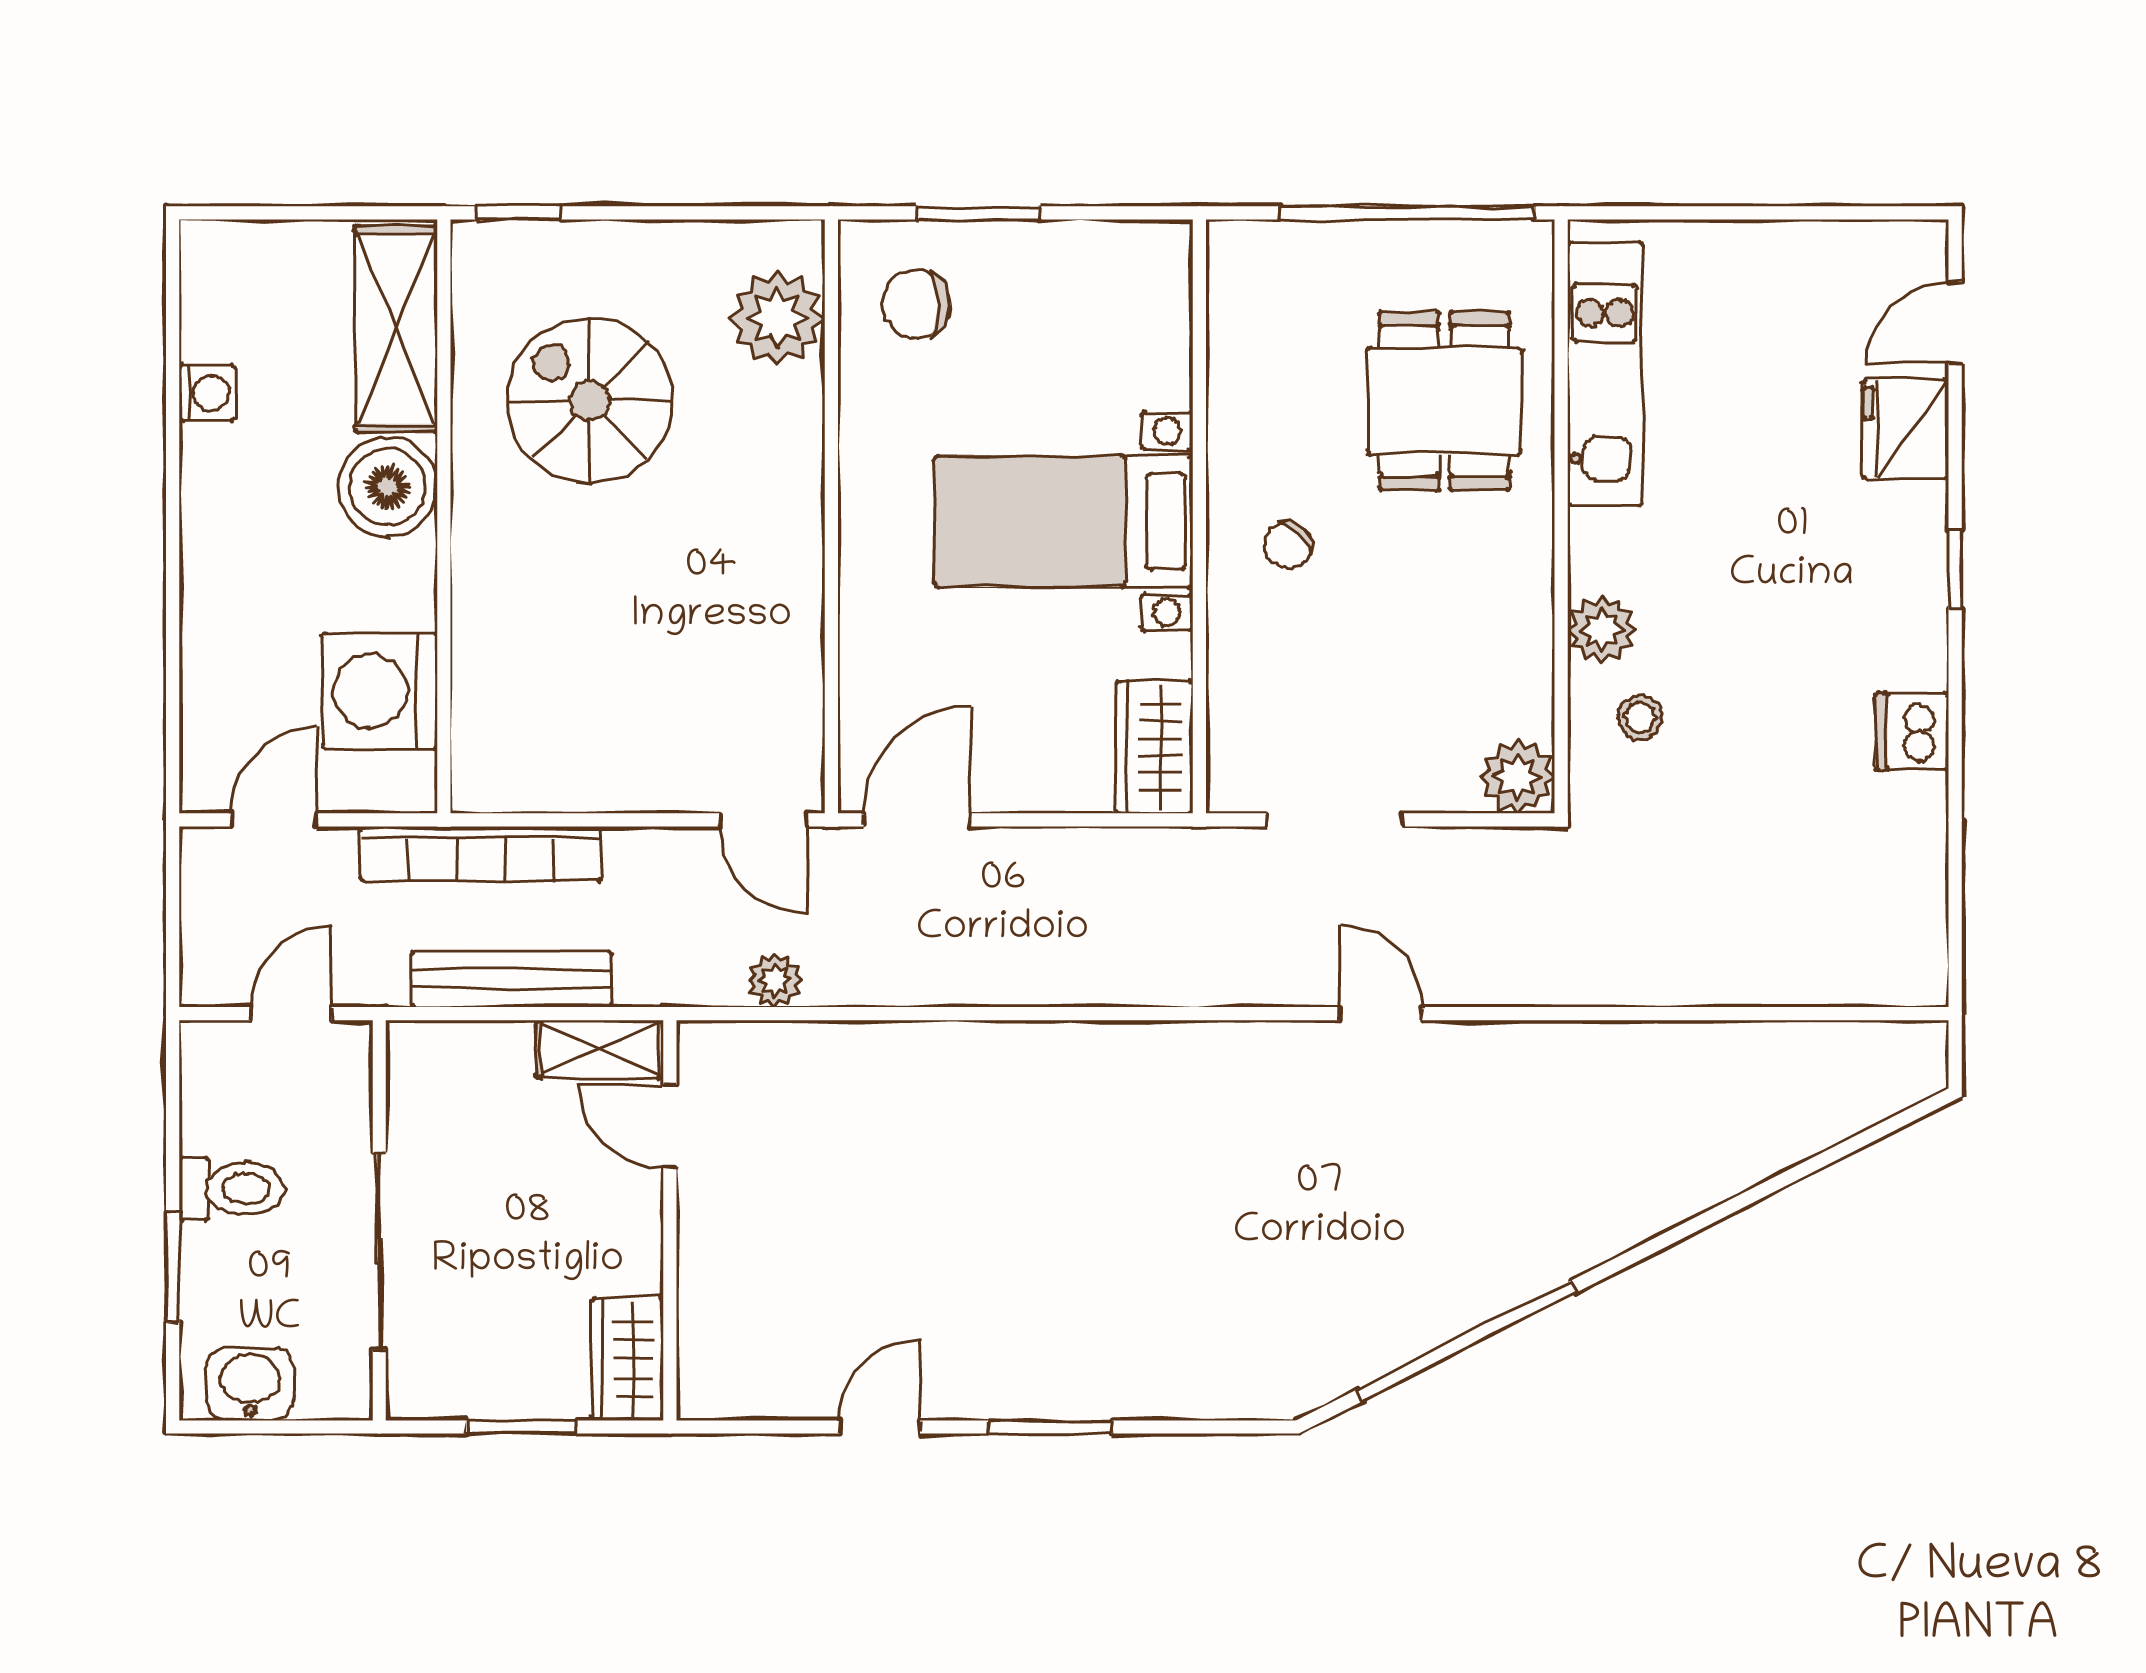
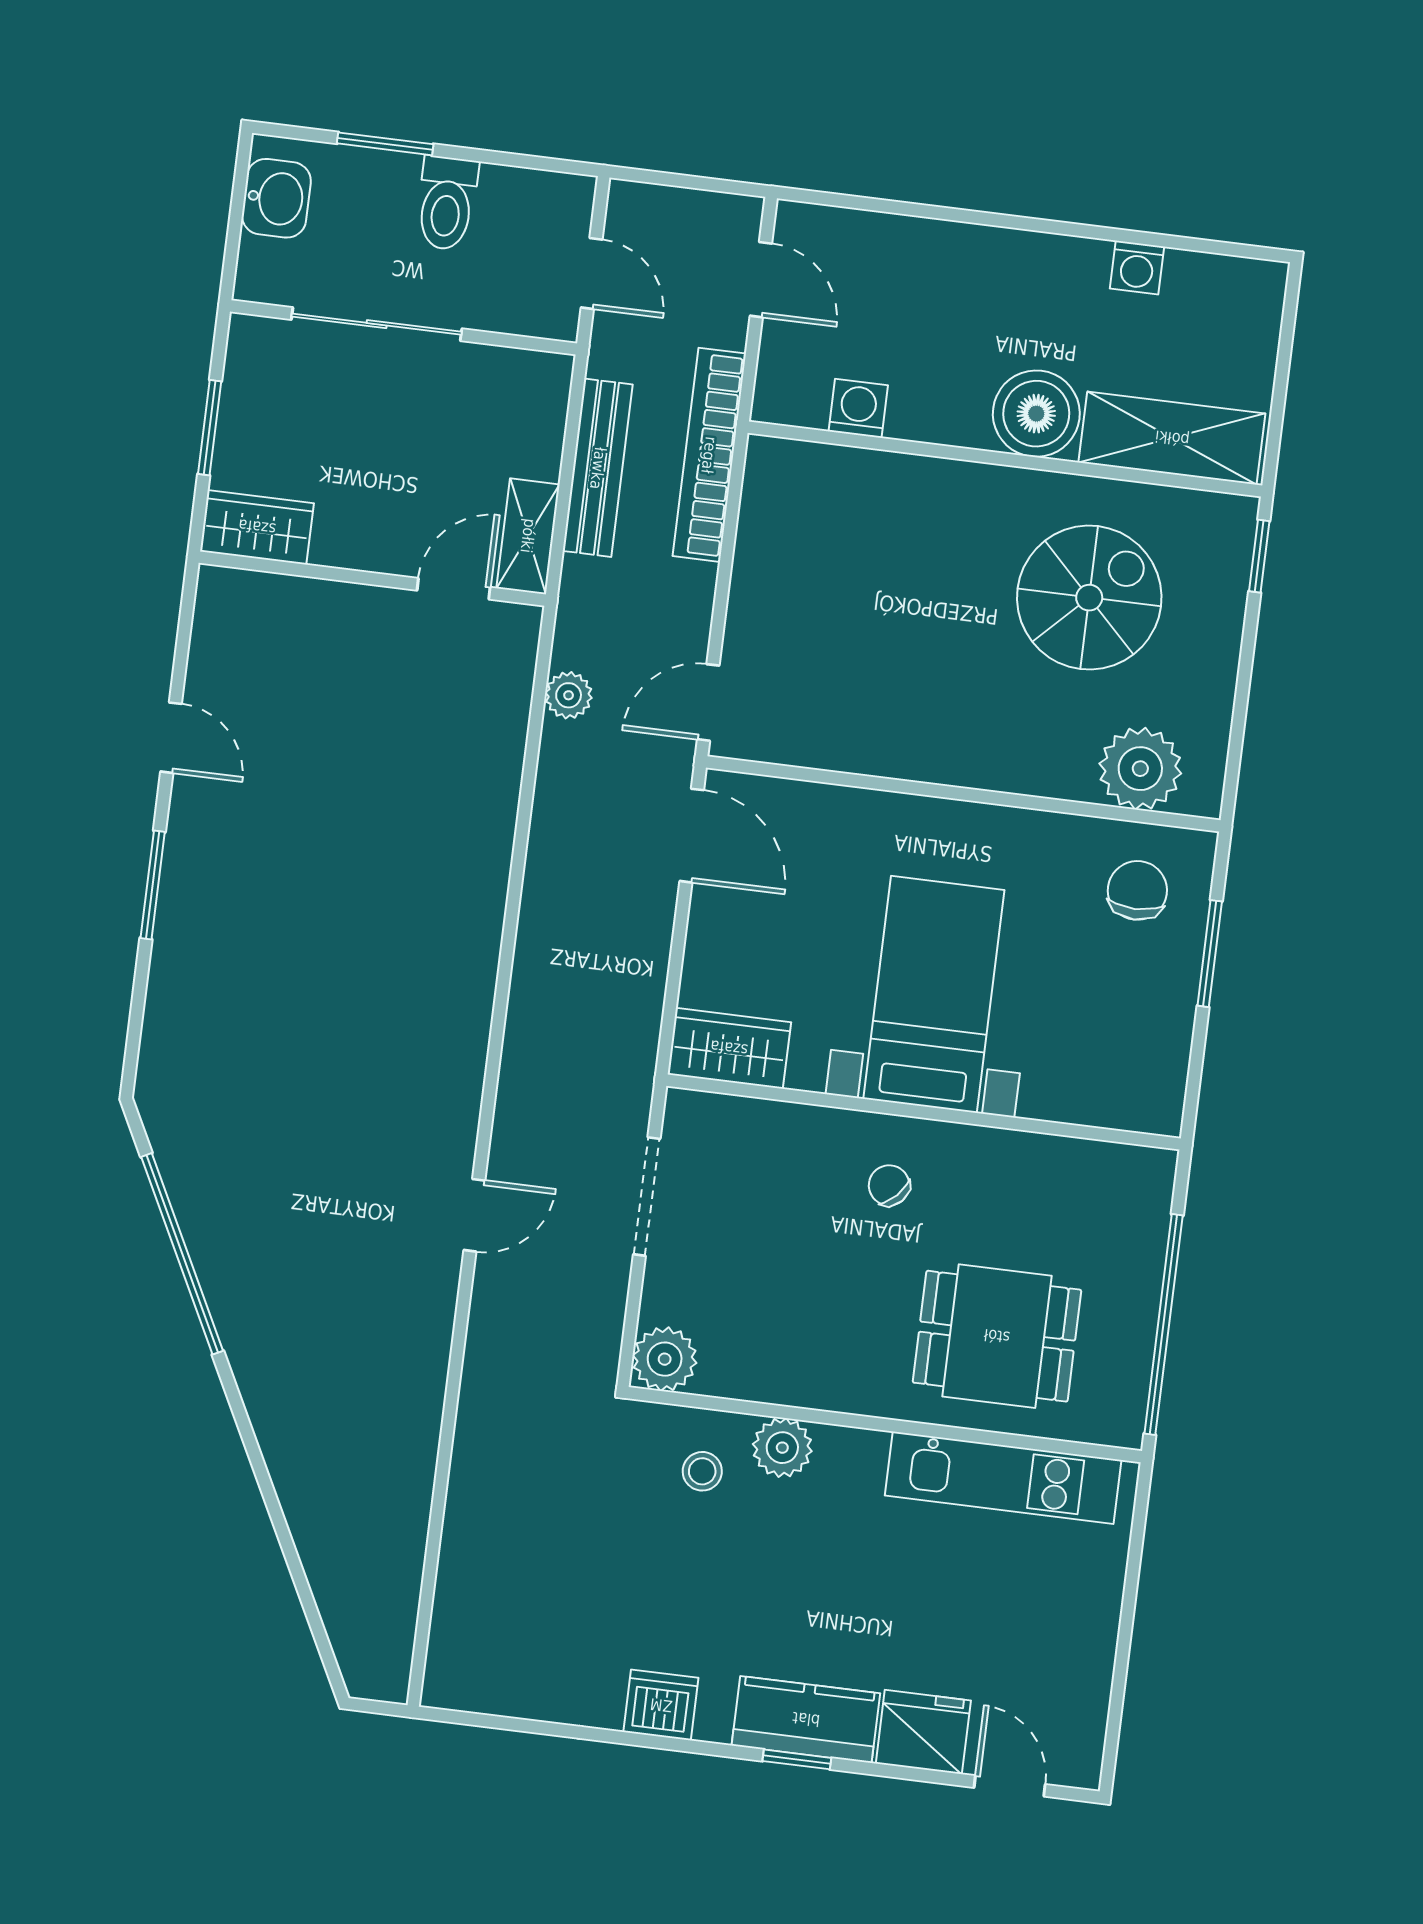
kitchen counter: (1908, 564) -> (806, 1719), added
washing machine: (380, 691) -> (858, 408), width x0.53, depth x0.53

